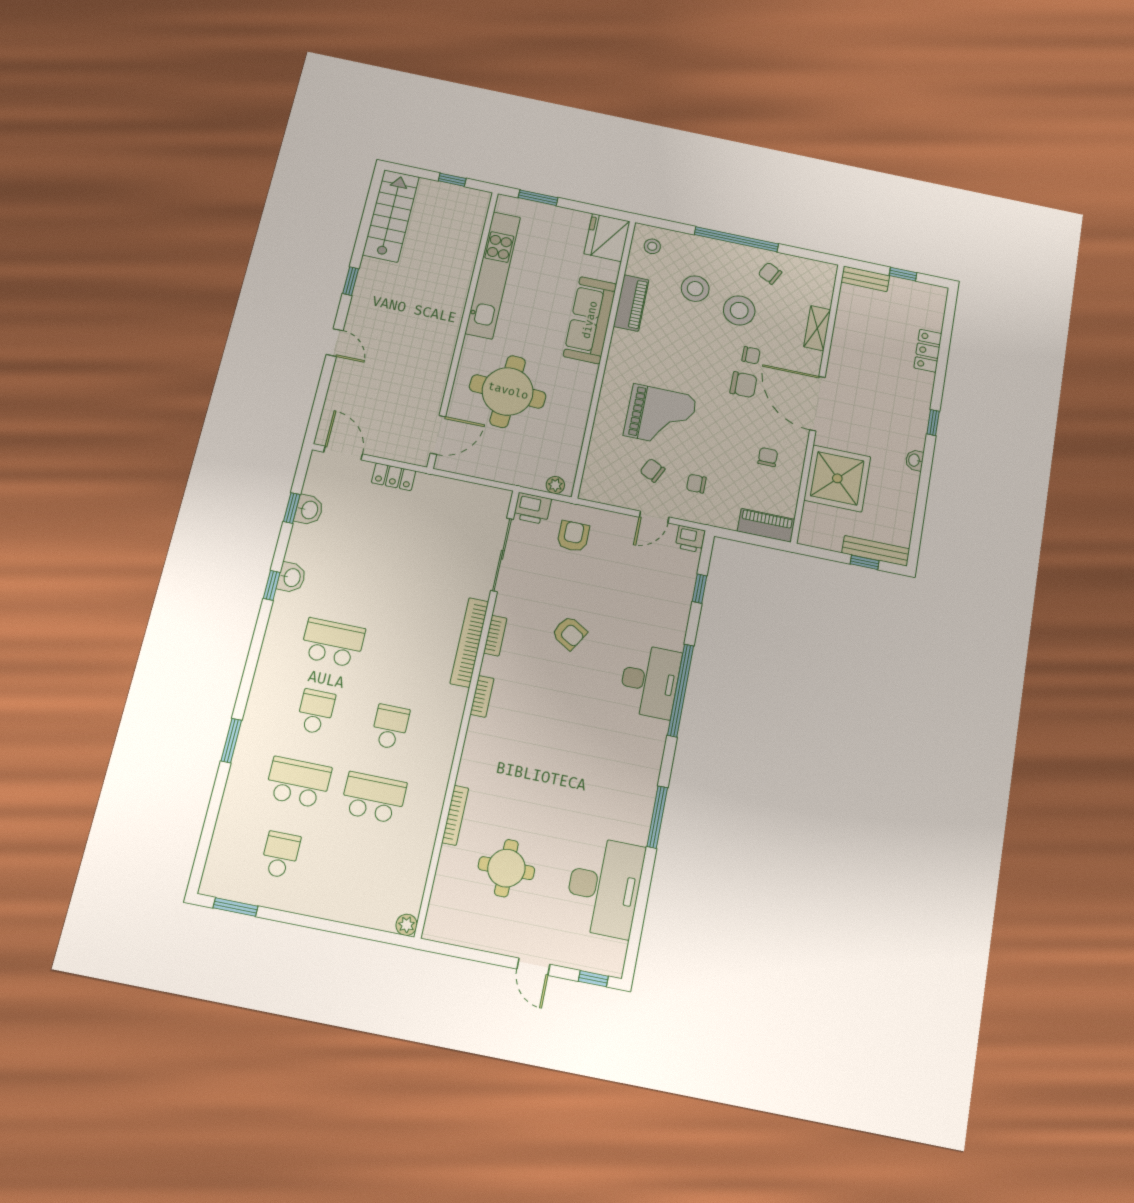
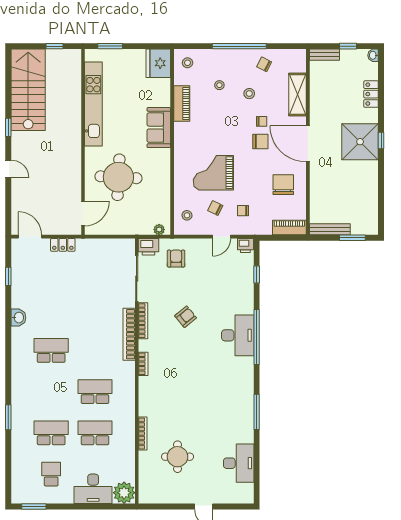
stairs: (391, 216) -> (28, 90), width x1.36, depth x1.51
stool: (695, 289) -> (219, 85), width x0.53, depth x0.53
stool: (739, 310) -> (249, 94), width x0.53, depth x0.53
sofa: (590, 320) -> (159, 128), width x0.73
shelving: (817, 328) -> (298, 94), width x1.50, depth x1.33
grand piano: (660, 416) -> (213, 173), turned 180
chair: (768, 457) -> (283, 185), width x1.87, depth x1.87
washbasin: (914, 460) -> (373, 55), moved
stool: (605, 472) -> (187, 215), added
shower: (837, 478) -> (360, 142), moved
washbasin: (309, 510) -> (19, 275), removed
bench: (876, 551) -> (330, 229), moved
window: (865, 562) -> (352, 238), width x1.50
window: (272, 585) -> (8, 324), removed
armchair: (569, 633) -> (186, 317), turned -70
bookcase: (495, 636) -> (143, 321), width x1.56
school desk: (316, 712) -> (51, 392), removed
school desk: (390, 727) -> (95, 392), width x1.85
desk: (604, 887) -> (239, 463), width x0.73, depth x0.77
desk: (347, 896) -> (93, 489), added
plant: (407, 925) -> (124, 493), width x1.88, depth x1.88
window: (593, 979) -> (238, 506), removed

